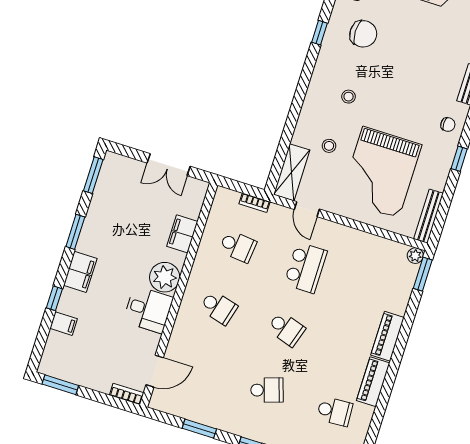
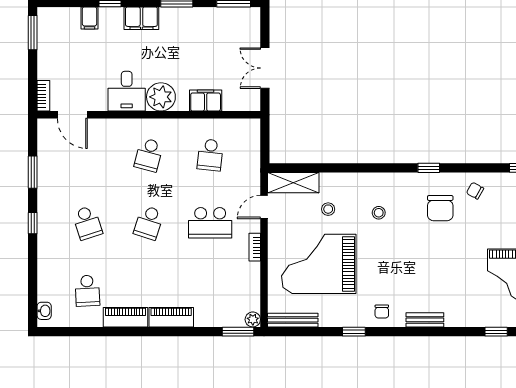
bookcase: (255, 203) -> (255, 247), moved

